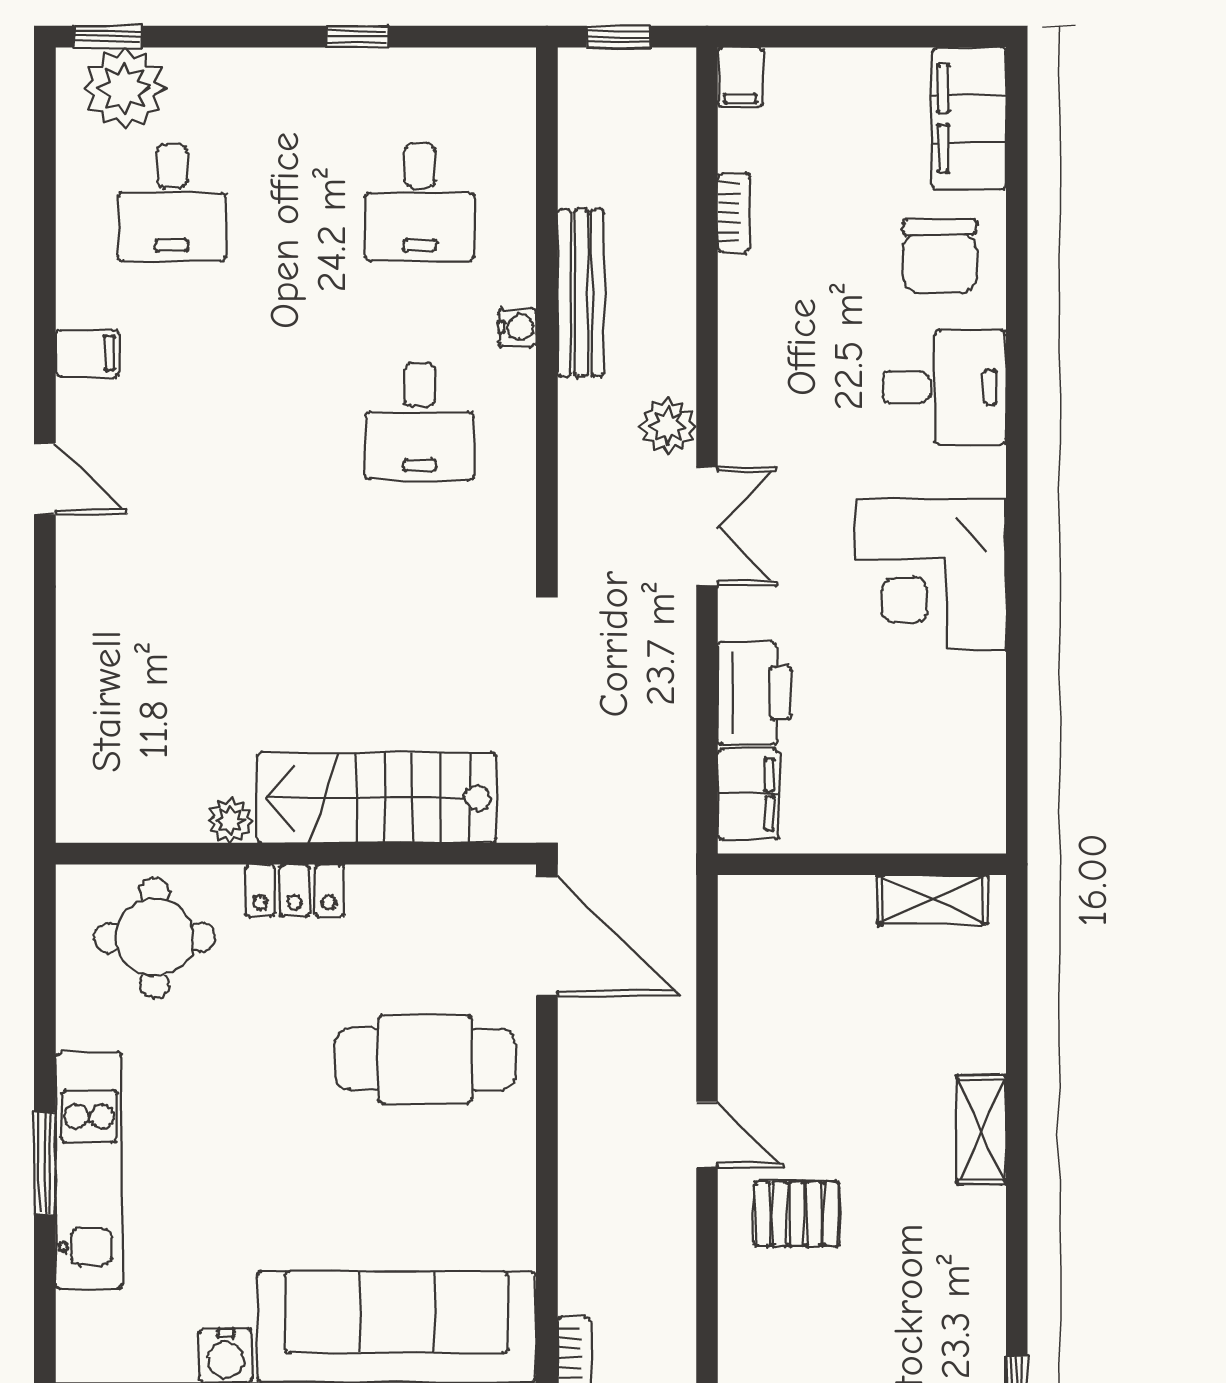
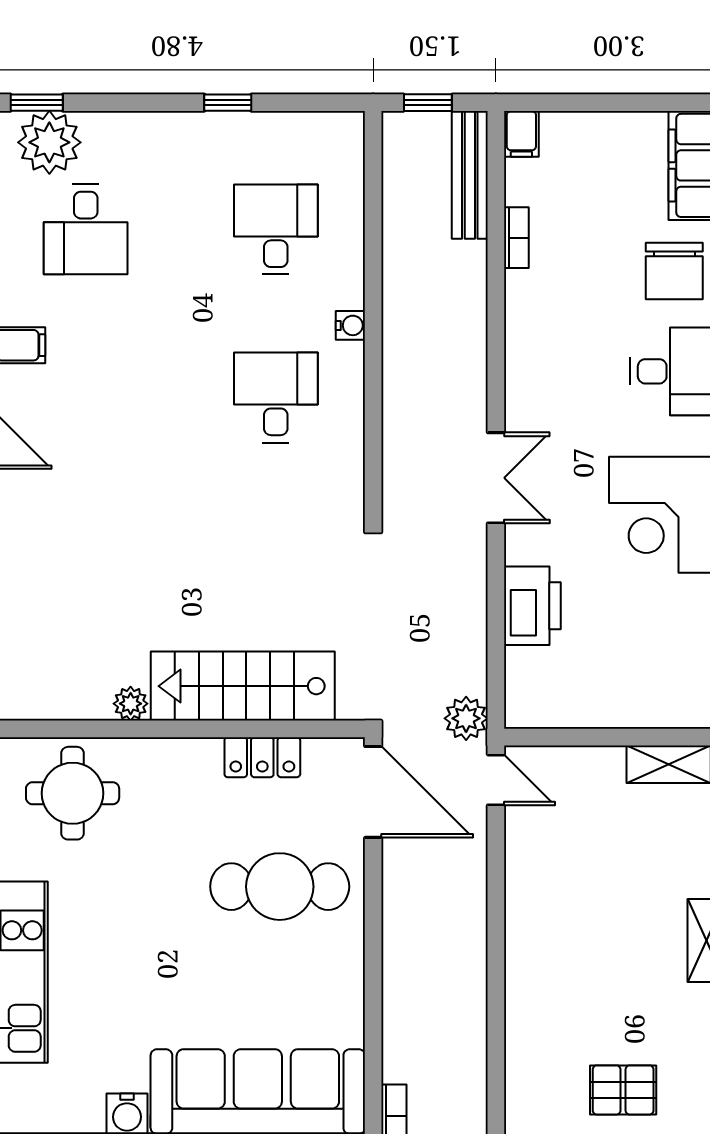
desk: (420, 202) -> (276, 229), turned 180
bench: (581, 293) -> (470, 175), moved
desk: (420, 421) -> (276, 397), turned 180
plant: (668, 426) -> (466, 718), moved
filing cabinet: (748, 794) -> (527, 683), removed
locker: (295, 891) -> (262, 757), moved
door: (707, 1135) -> (496, 780), moved
pallet: (797, 1214) -> (623, 1090), moved

